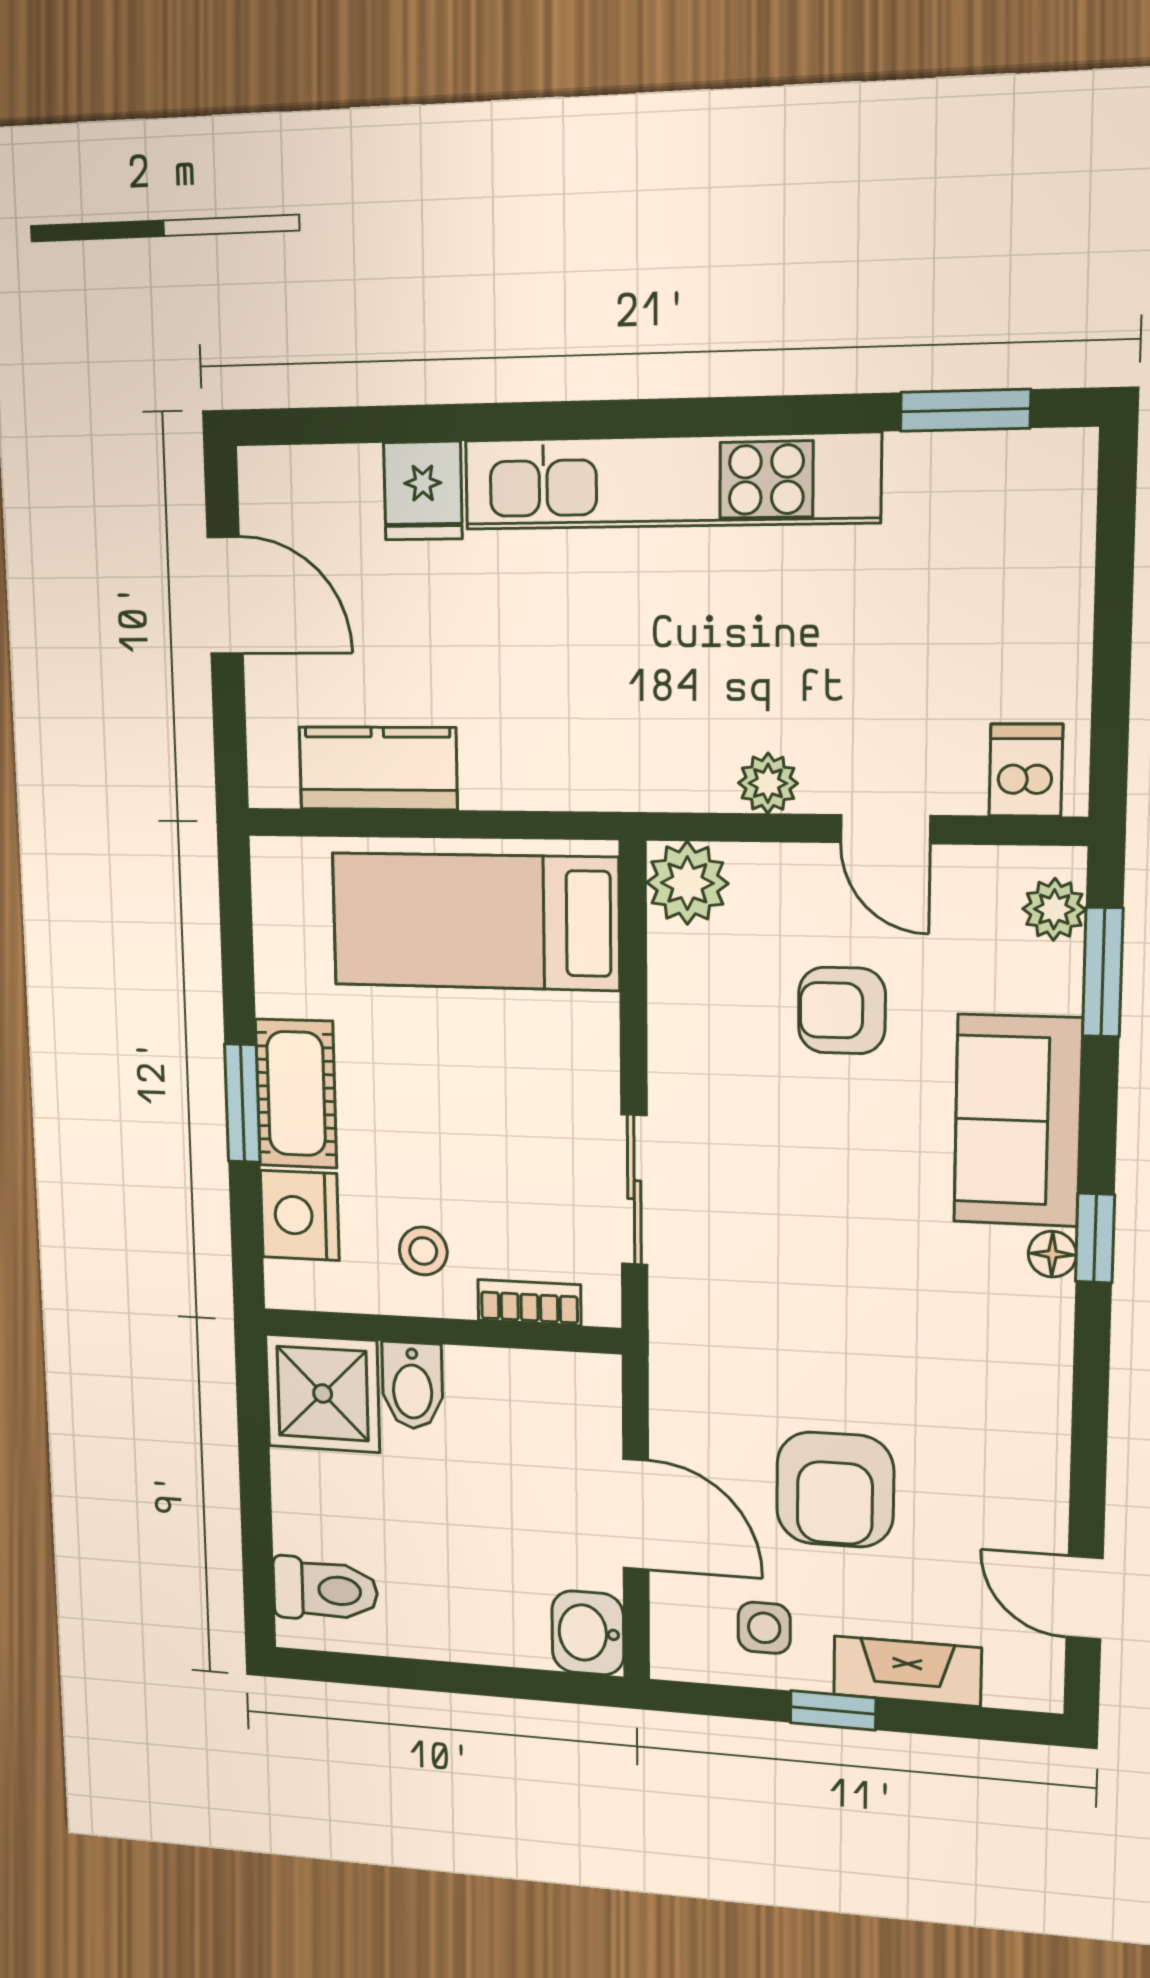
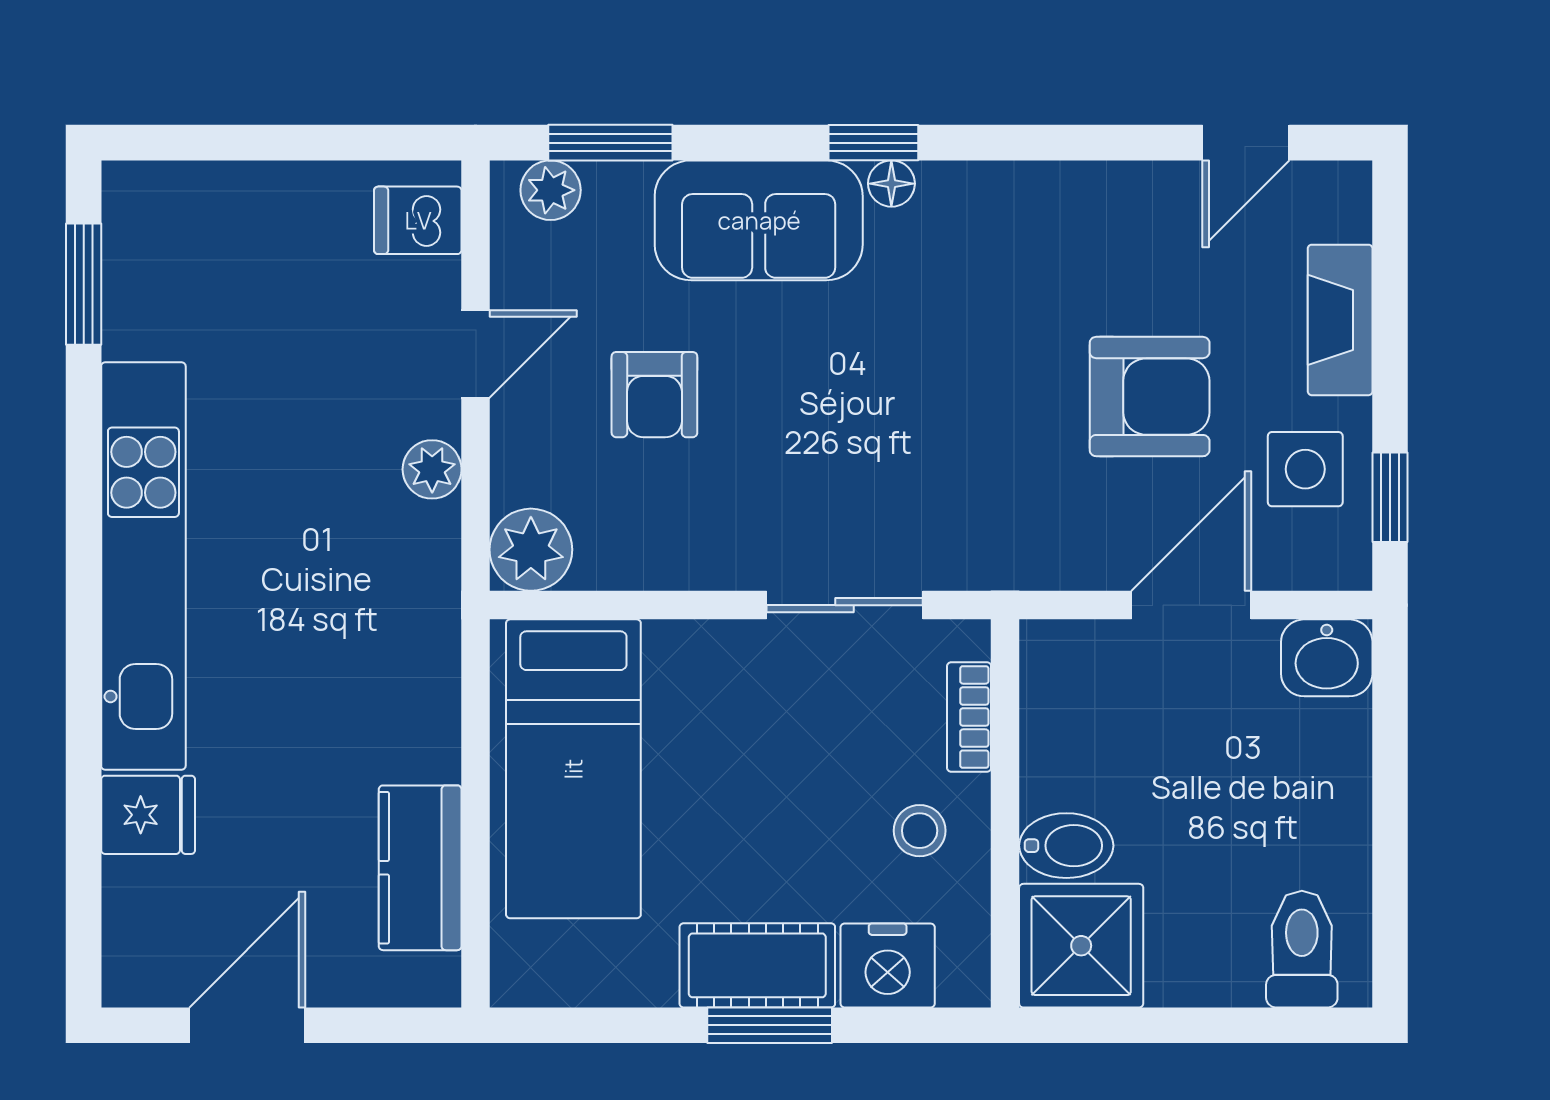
side table: (764, 1628) -> (1305, 469), width x1.37, depth x1.37
window: (833, 1710) -> (1390, 497), moved

